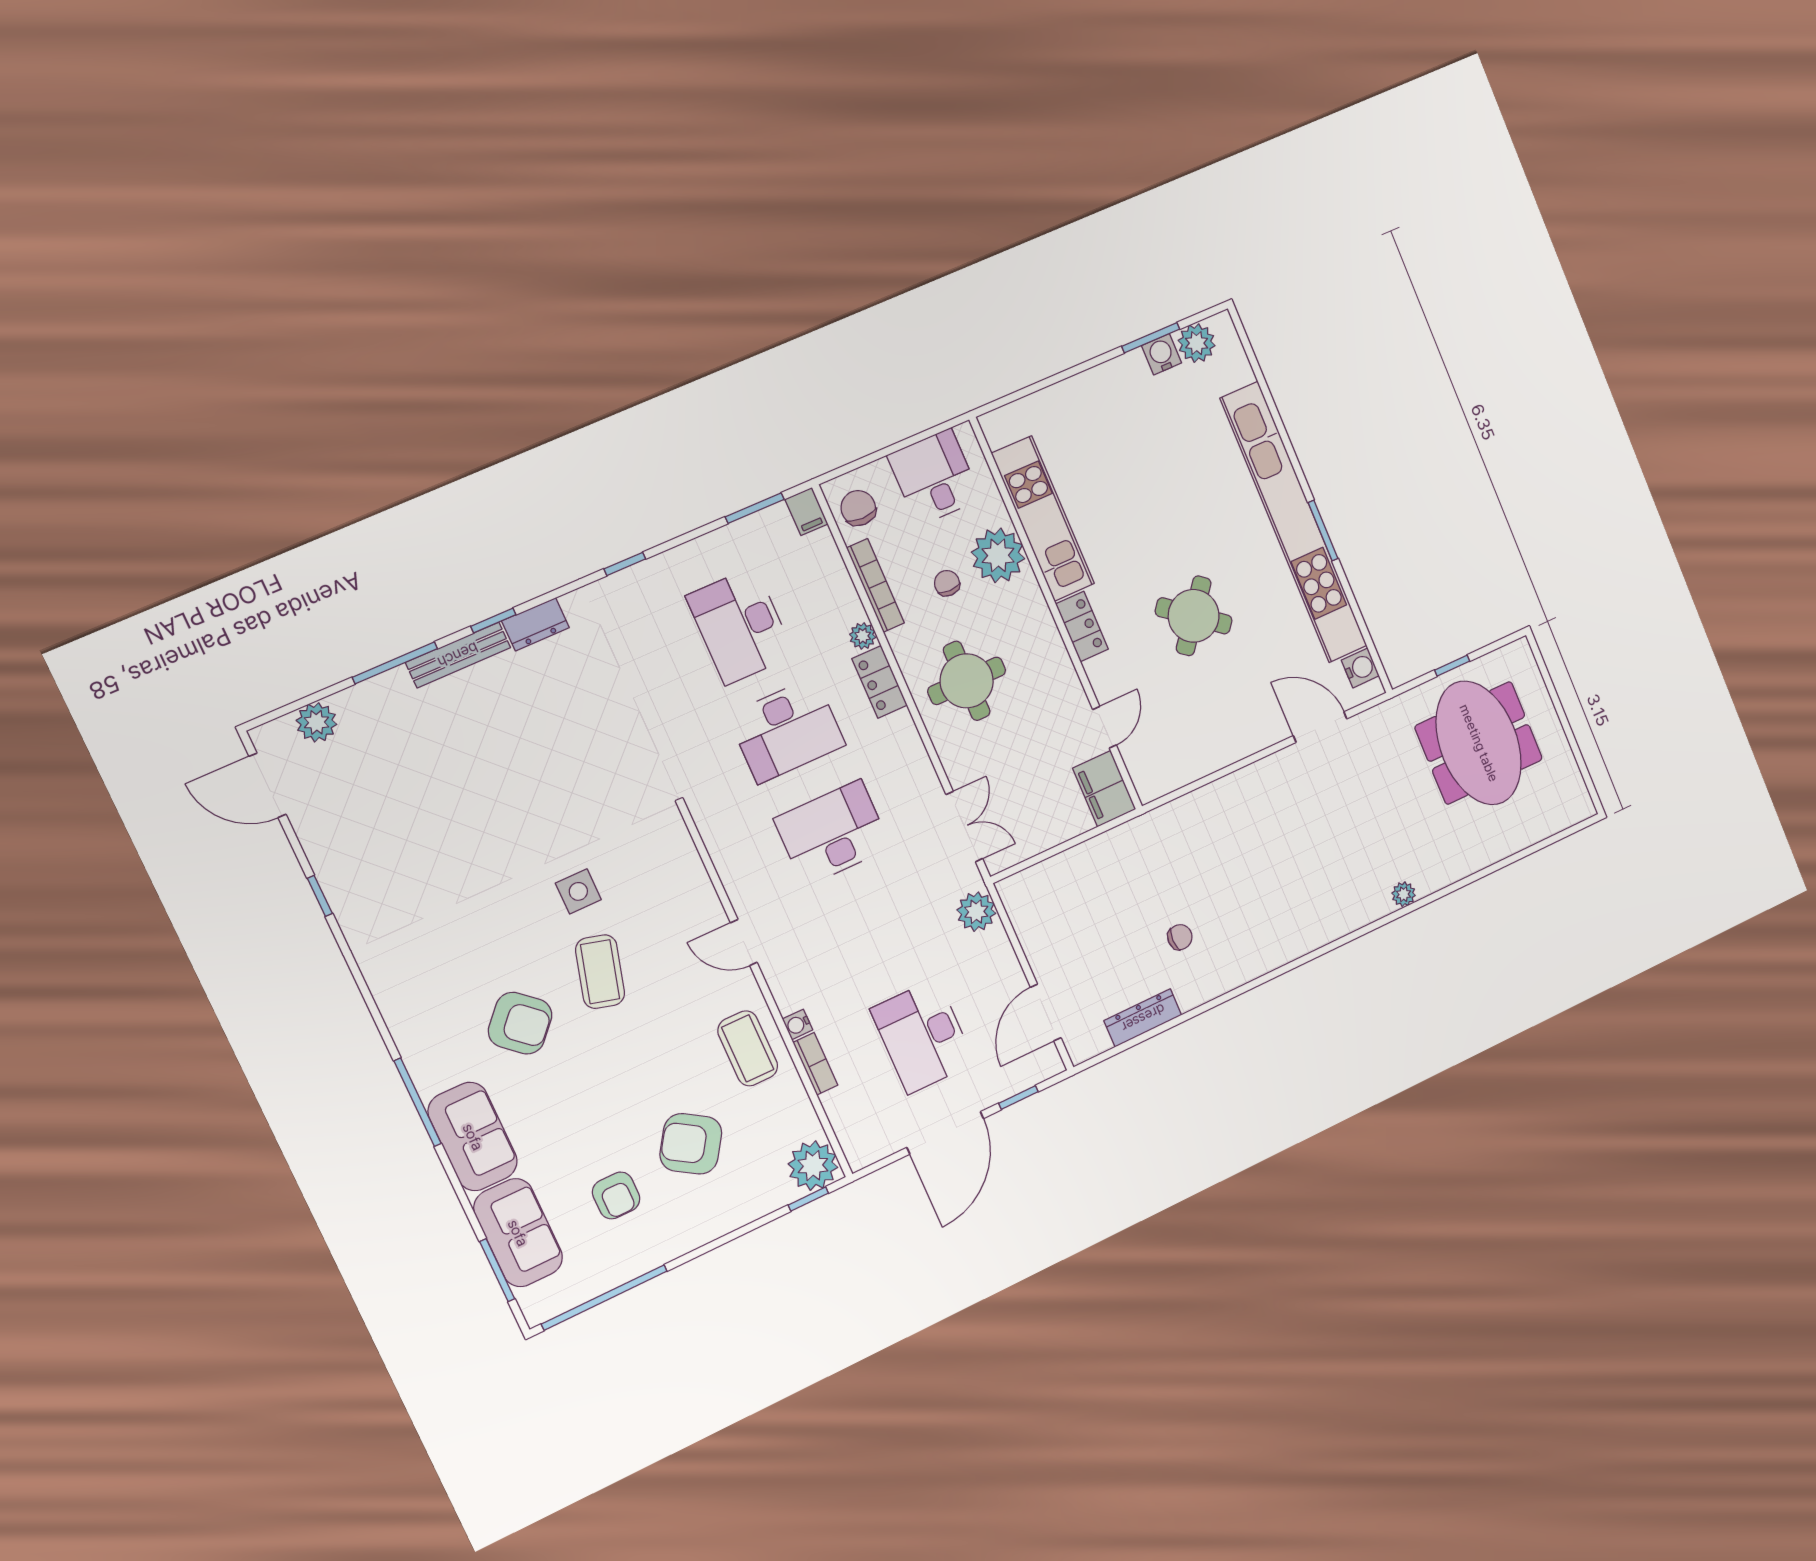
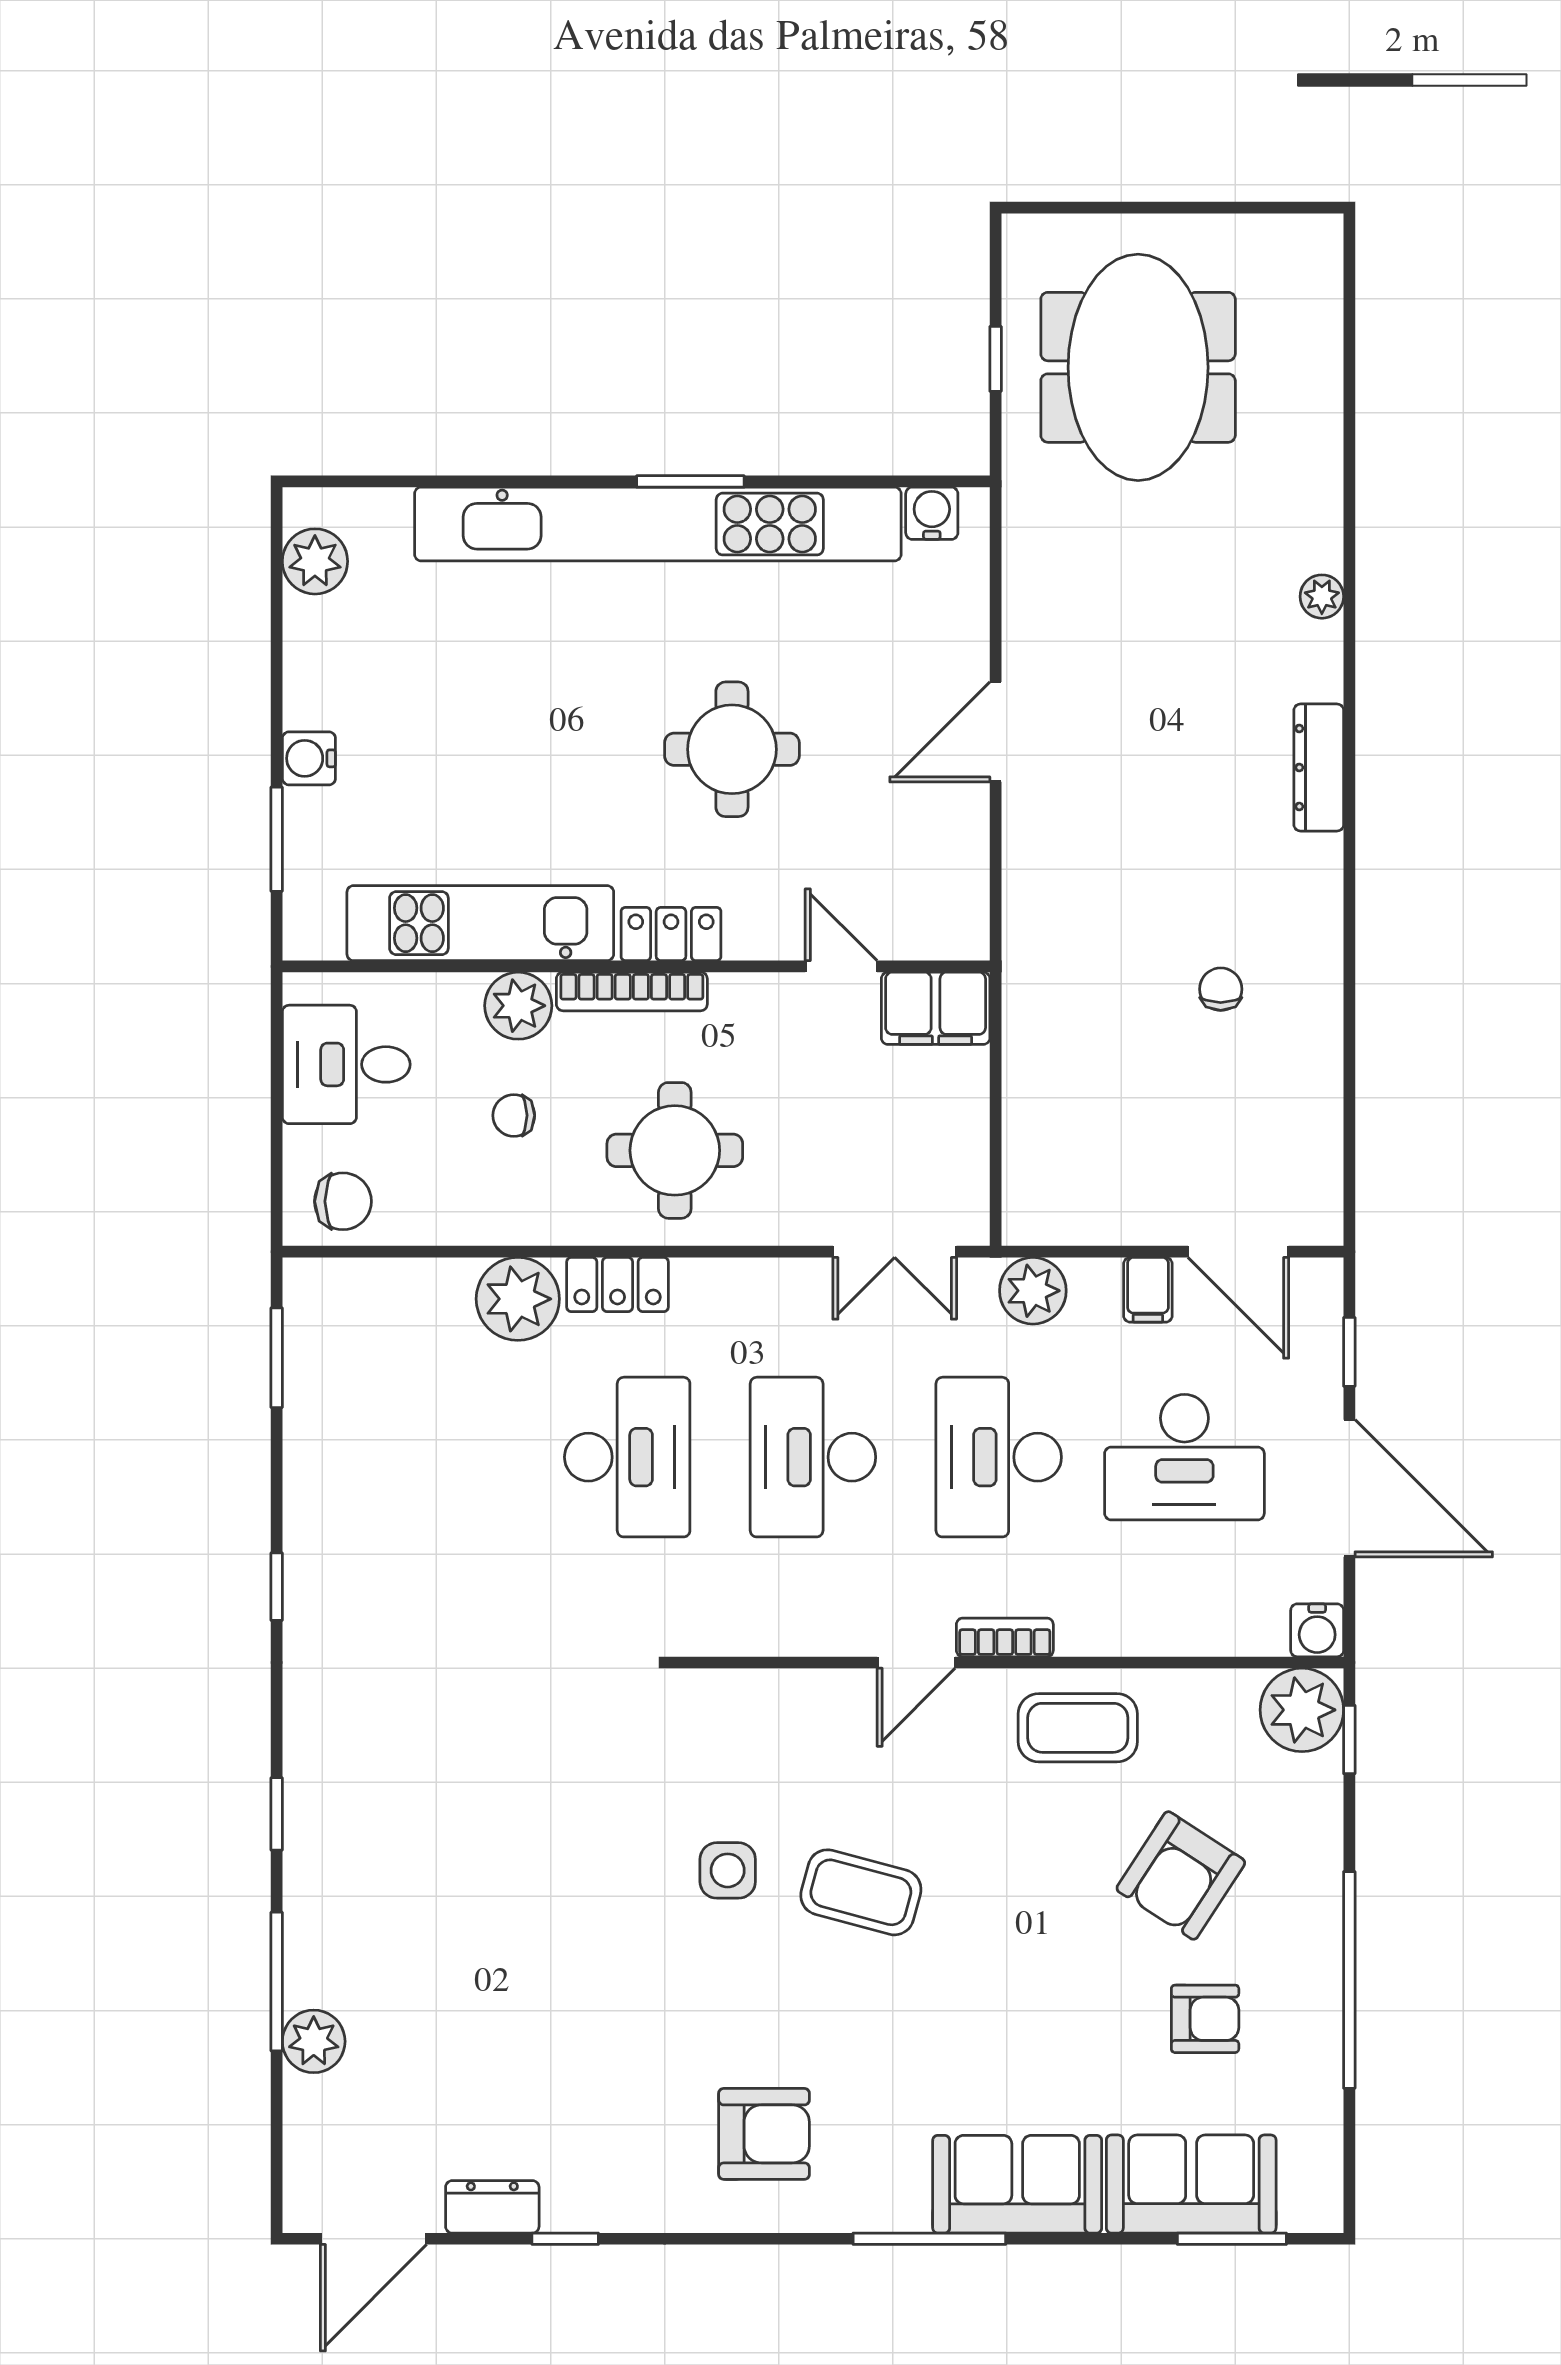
window: (1151, 338) -> (277, 839), moved
water cooler: (1162, 354) -> (309, 758), moved
chair: (858, 508) -> (343, 1201), turned 180
filing cabinet: (806, 512) -> (1148, 1290), moved, turned 90
plant: (998, 555) -> (518, 1006), width x0.73, depth x0.73
bookcase: (875, 585) -> (632, 991), moved, turned 180
round table: (1194, 616) -> (732, 749), turned -38
dresser: (535, 624) -> (492, 2207), moved, turned -90
desk: (740, 626) -> (999, 1457), moved, turned 90
plant: (863, 636) -> (518, 1299), width x1.87, depth x1.87
bench: (458, 655) -> (305, 1887), removed
plant: (317, 722) -> (314, 2041), moved
door: (1320, 727) -> (996, 732), moved
meeting table: (1479, 743) -> (1138, 367), turned 90
double door: (964, 827) -> (895, 1252), swing flipped
dresser: (1143, 1018) -> (1319, 767), moved
armchair: (520, 1023) -> (764, 2134), moved, turned 48
water cooler: (798, 1024) -> (1317, 1630), moved, width x1.38, depth x1.38
bookcase: (815, 1064) -> (1005, 1637), moved
window: (604, 1298) -> (1349, 1980), moved

